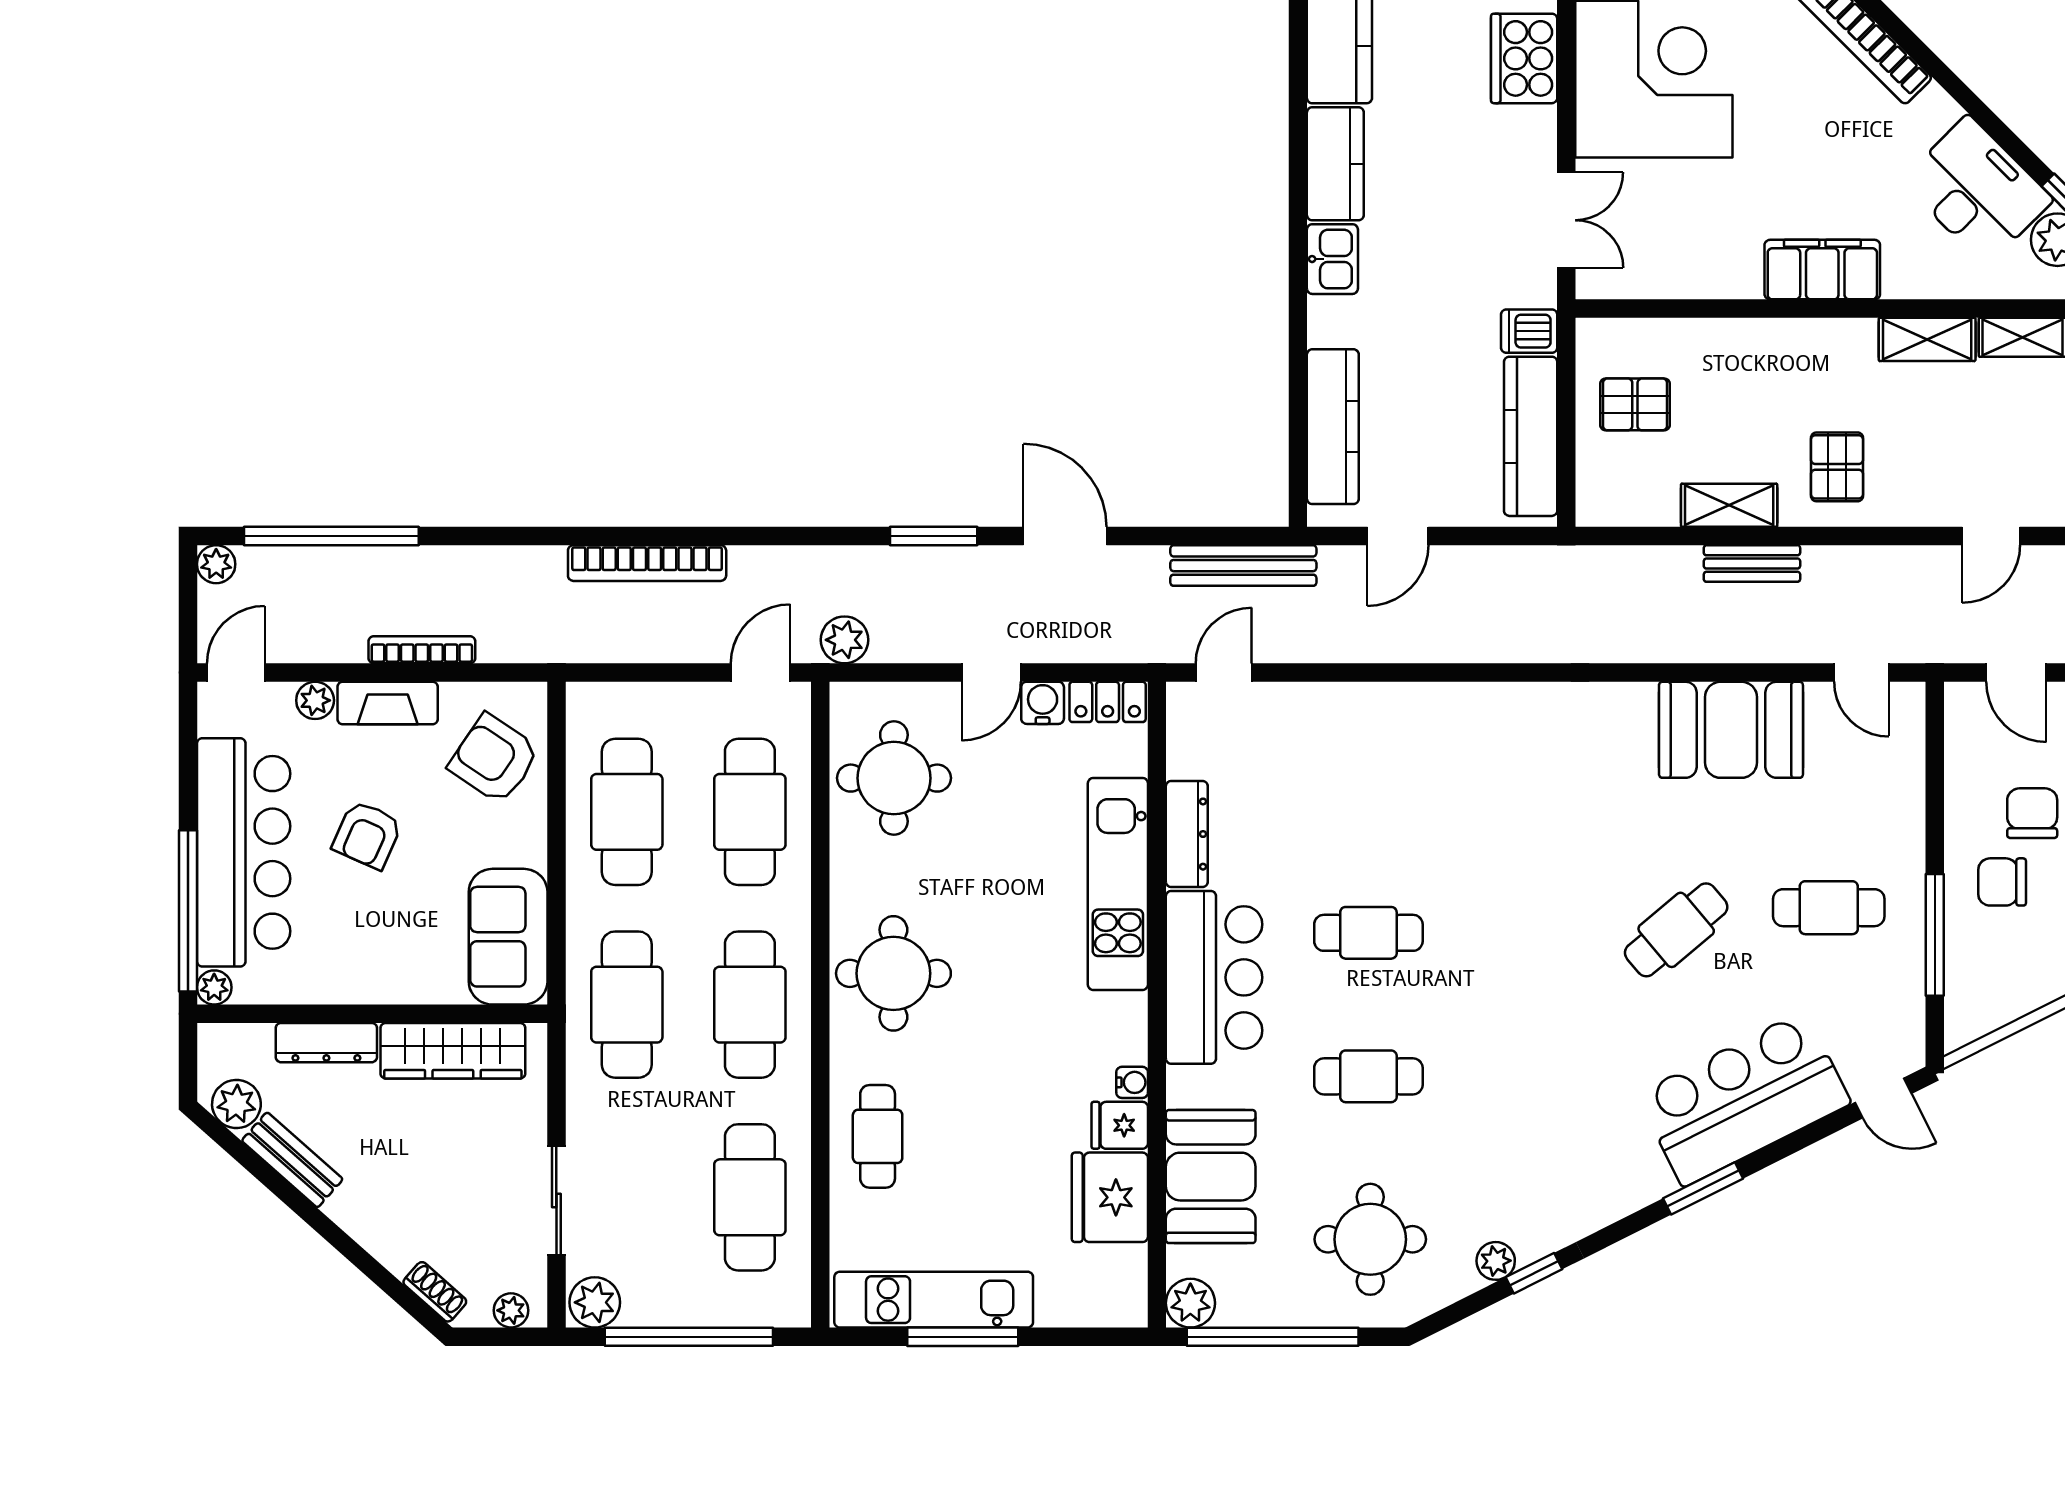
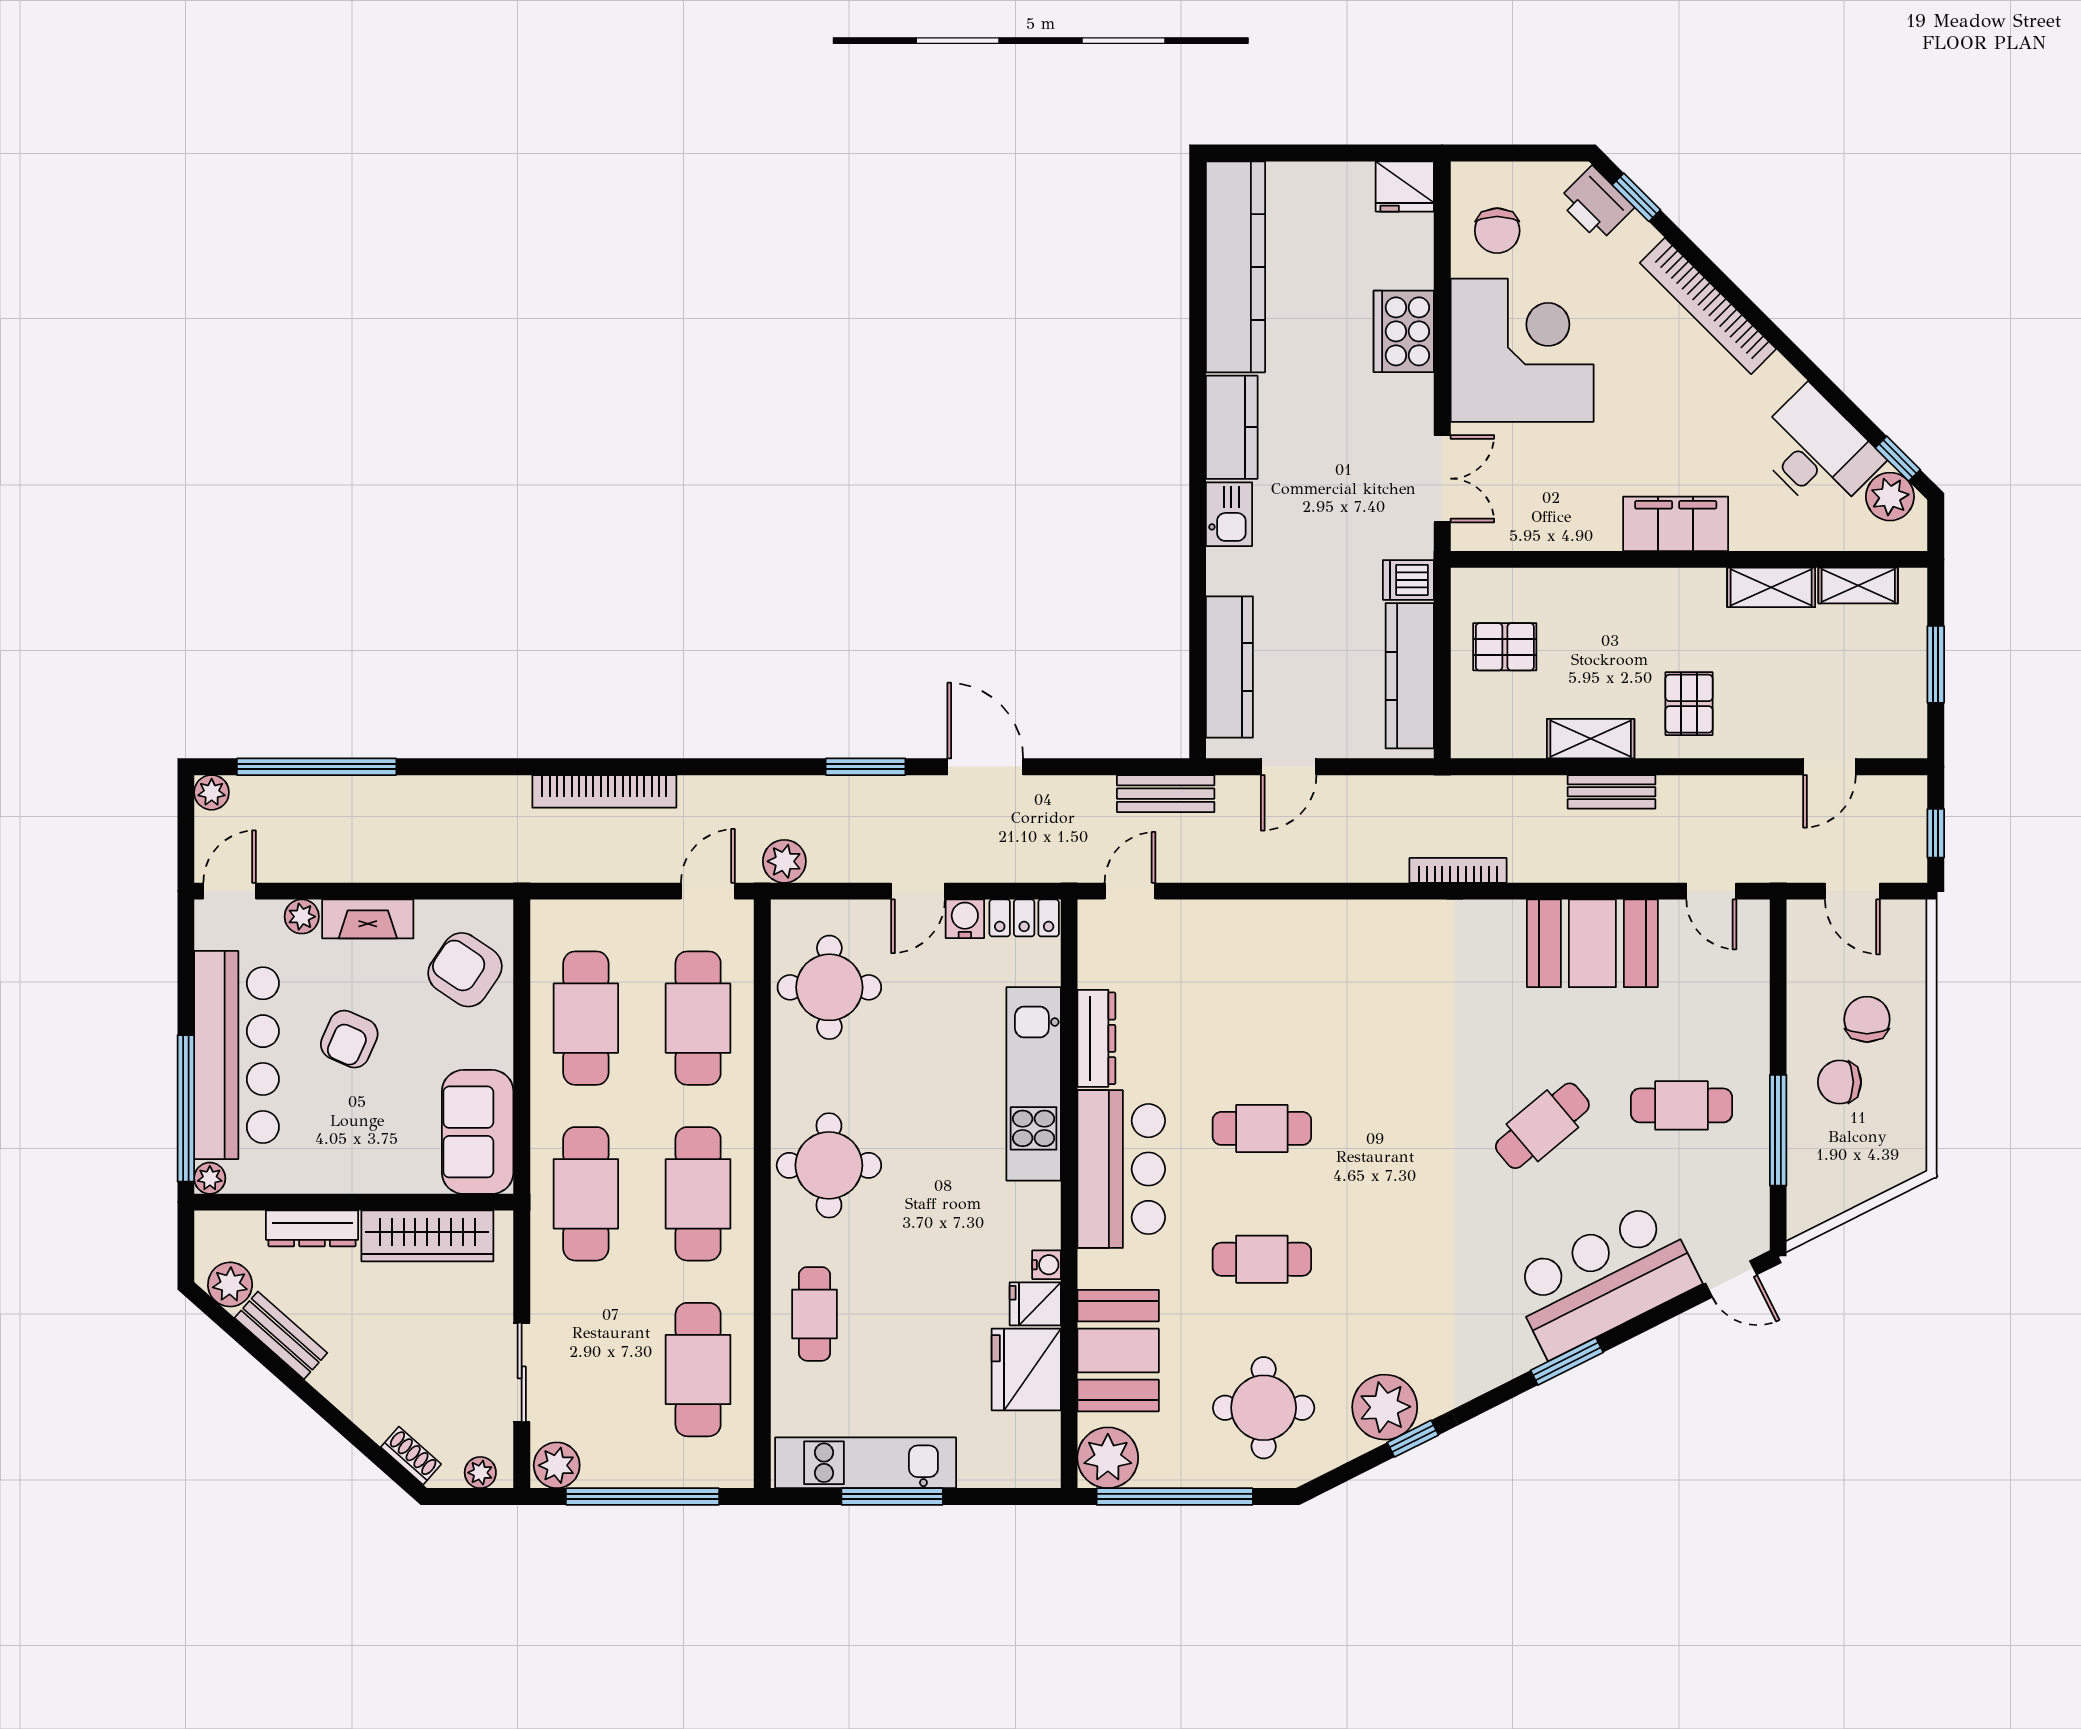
bench: (1243, 566) -> (1166, 794), width x0.73
bookcase: (422, 650) -> (1458, 870), moved
plant: (1496, 1261) -> (1385, 1407), width x1.88, depth x1.88
plant: (1190, 1303) -> (1108, 1458), width x1.36, depth x1.36

